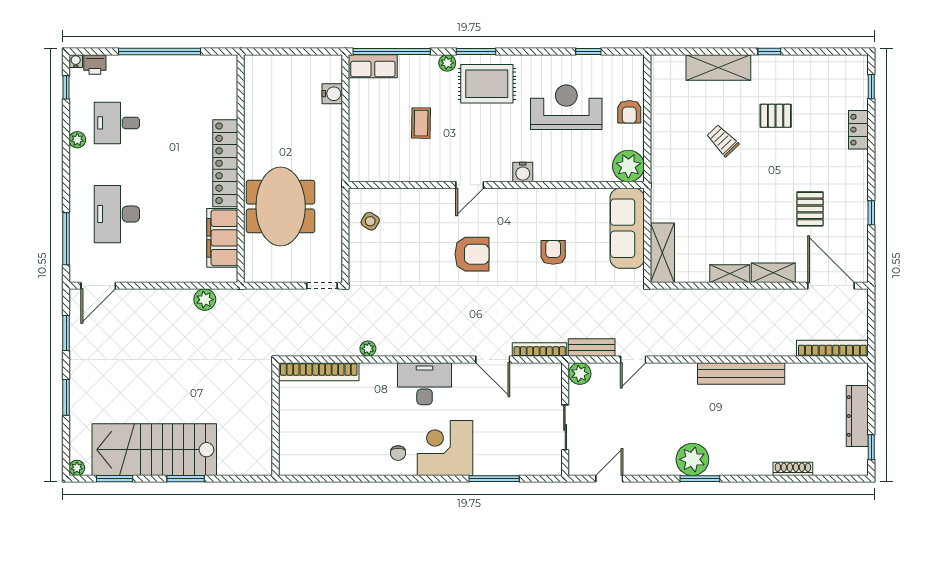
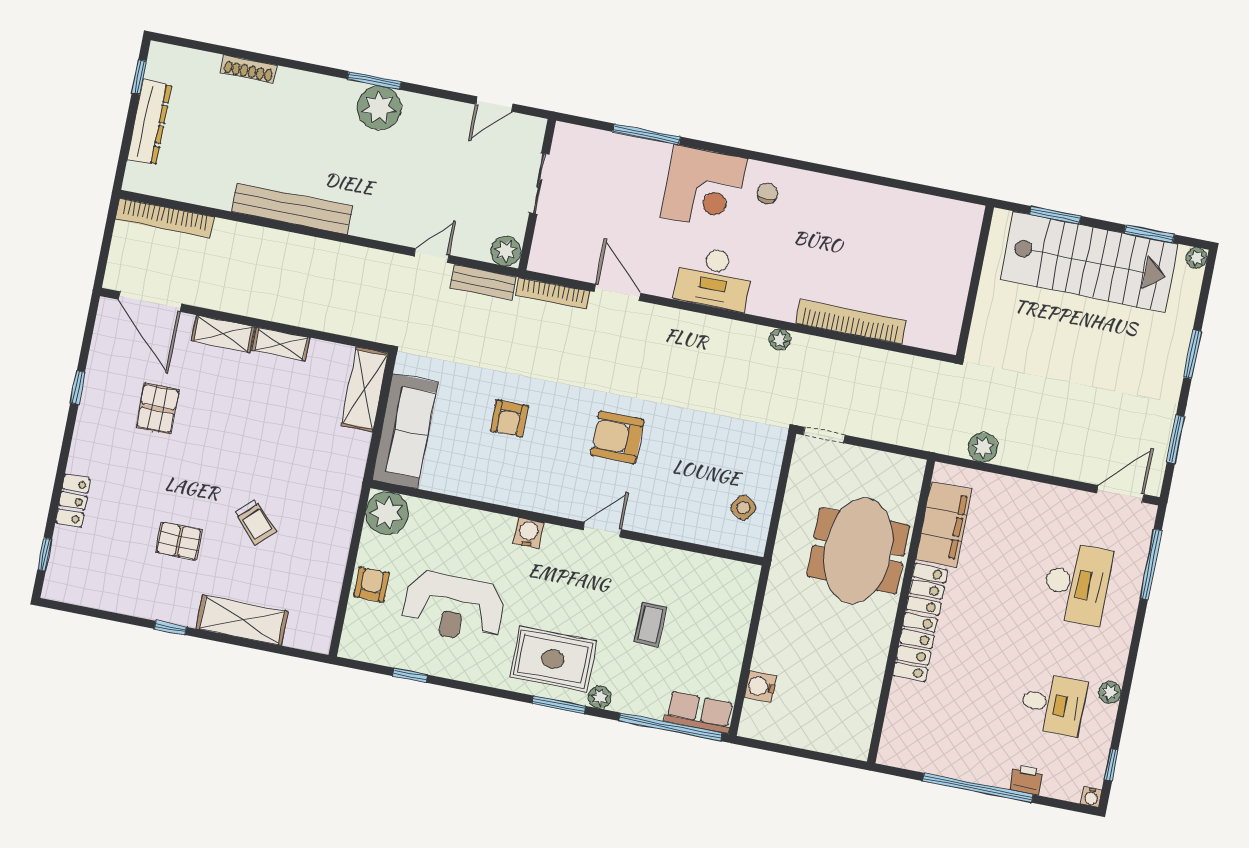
printer: (95, 64) -> (1026, 779), moved
wall: (276, 419) -> (975, 281), moved

